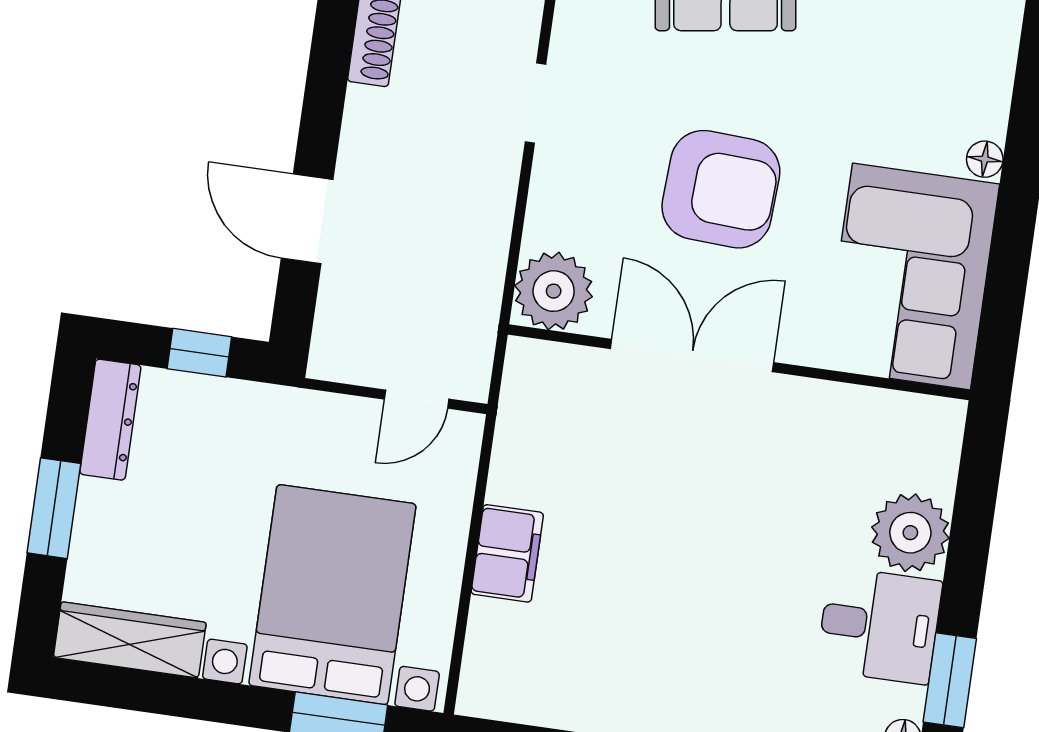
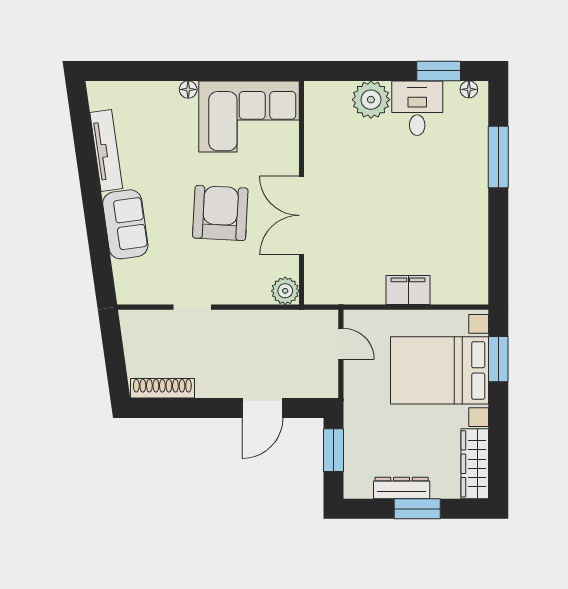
plant: (554, 291) -> (285, 291), width x0.73, depth x0.73
window: (199, 353) -> (333, 450), width x1.50
dresser: (110, 420) -> (402, 488), moved

